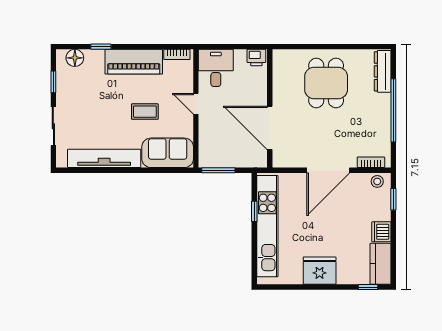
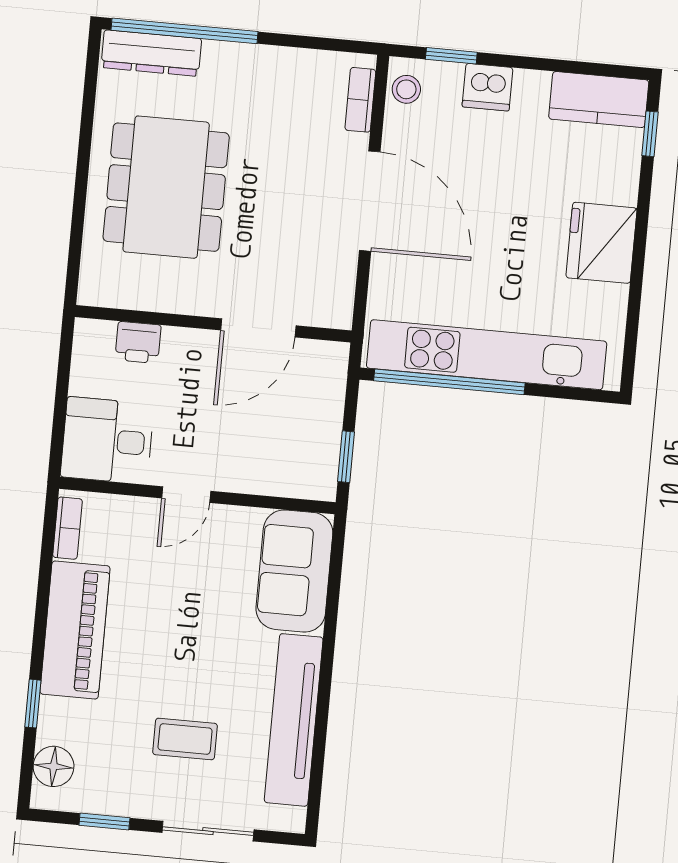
printer: (256, 58) -> (138, 342), moved, turned 90
dining table: (326, 83) -> (166, 187), width x1.38
window: (393, 110) -> (185, 31), moved
coffee table: (145, 112) -> (185, 739), moved, turned 90
door: (270, 128) -> (258, 328), width x0.73
window: (218, 170) -> (346, 457), width x0.67
window: (254, 211) -> (449, 382), width x3.17
dishwasher: (381, 232) -> (488, 87), moved

